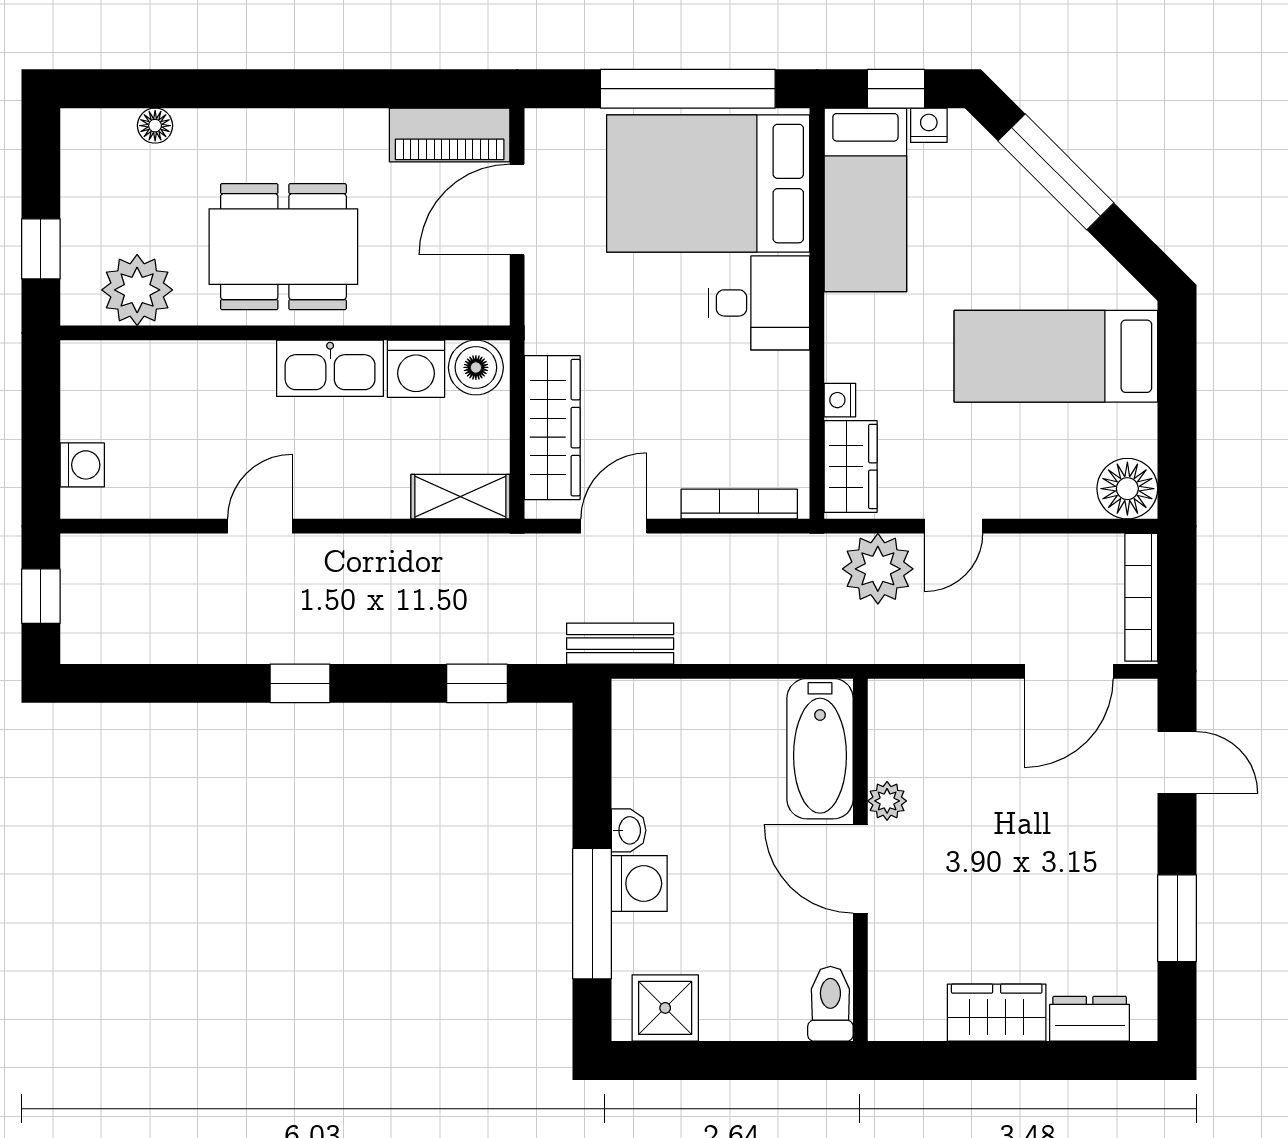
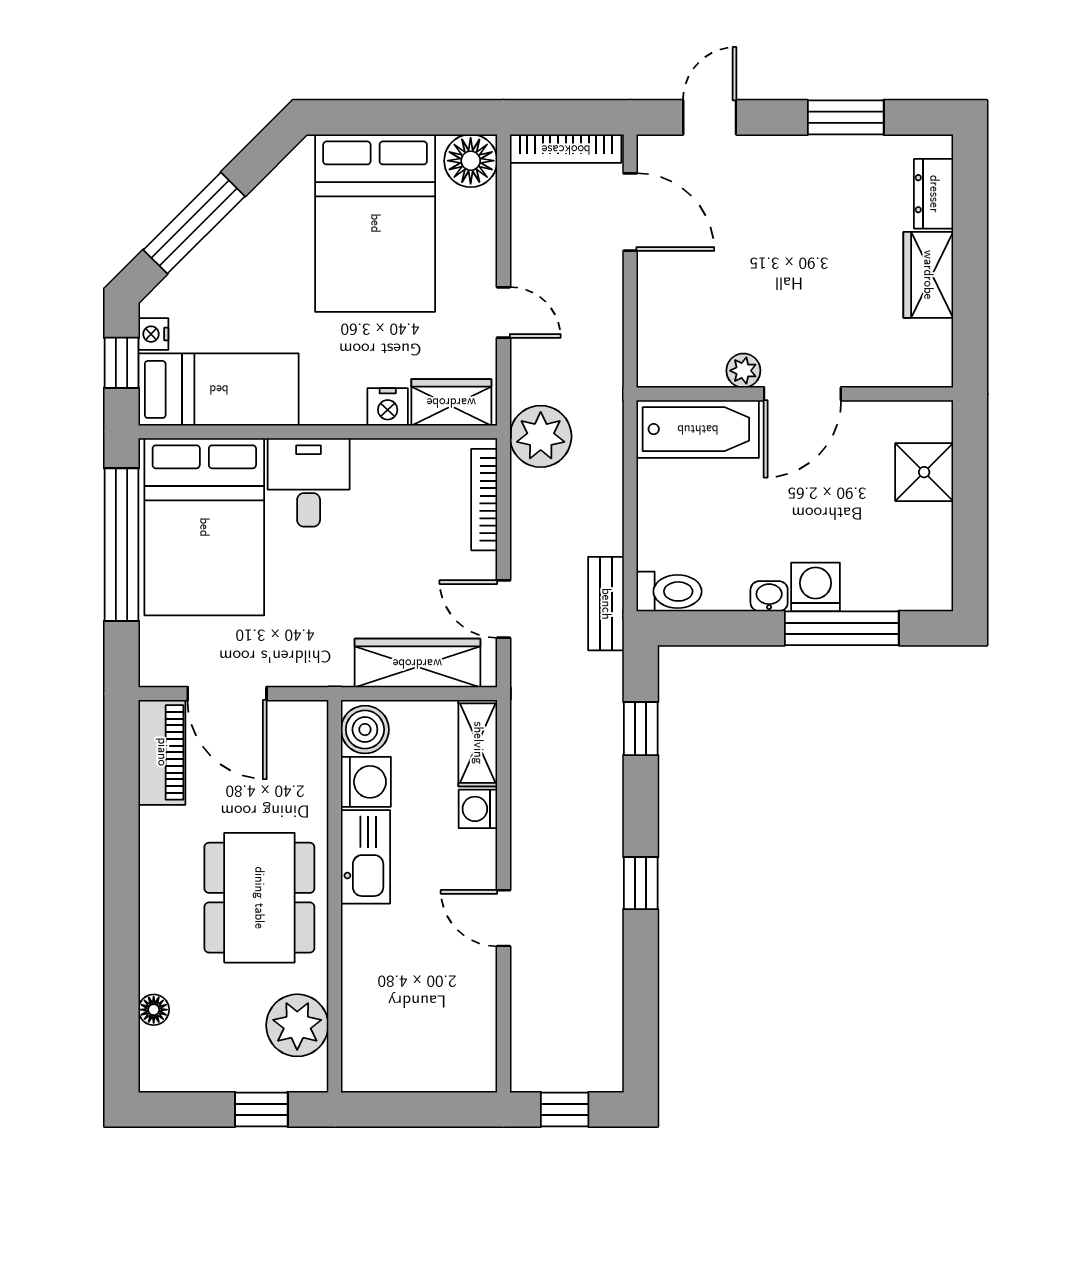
bed: (1056, 356) -> (375, 223), width x1.50
nightstand: (840, 400) -> (388, 407), width x1.39, depth x1.35
washing machine: (82, 465) -> (478, 809), moved, turned -90
plant: (878, 569) -> (541, 436), moved
toilet: (830, 1004) -> (669, 591), moved, turned 180
shower: (665, 1008) -> (924, 472), moved

